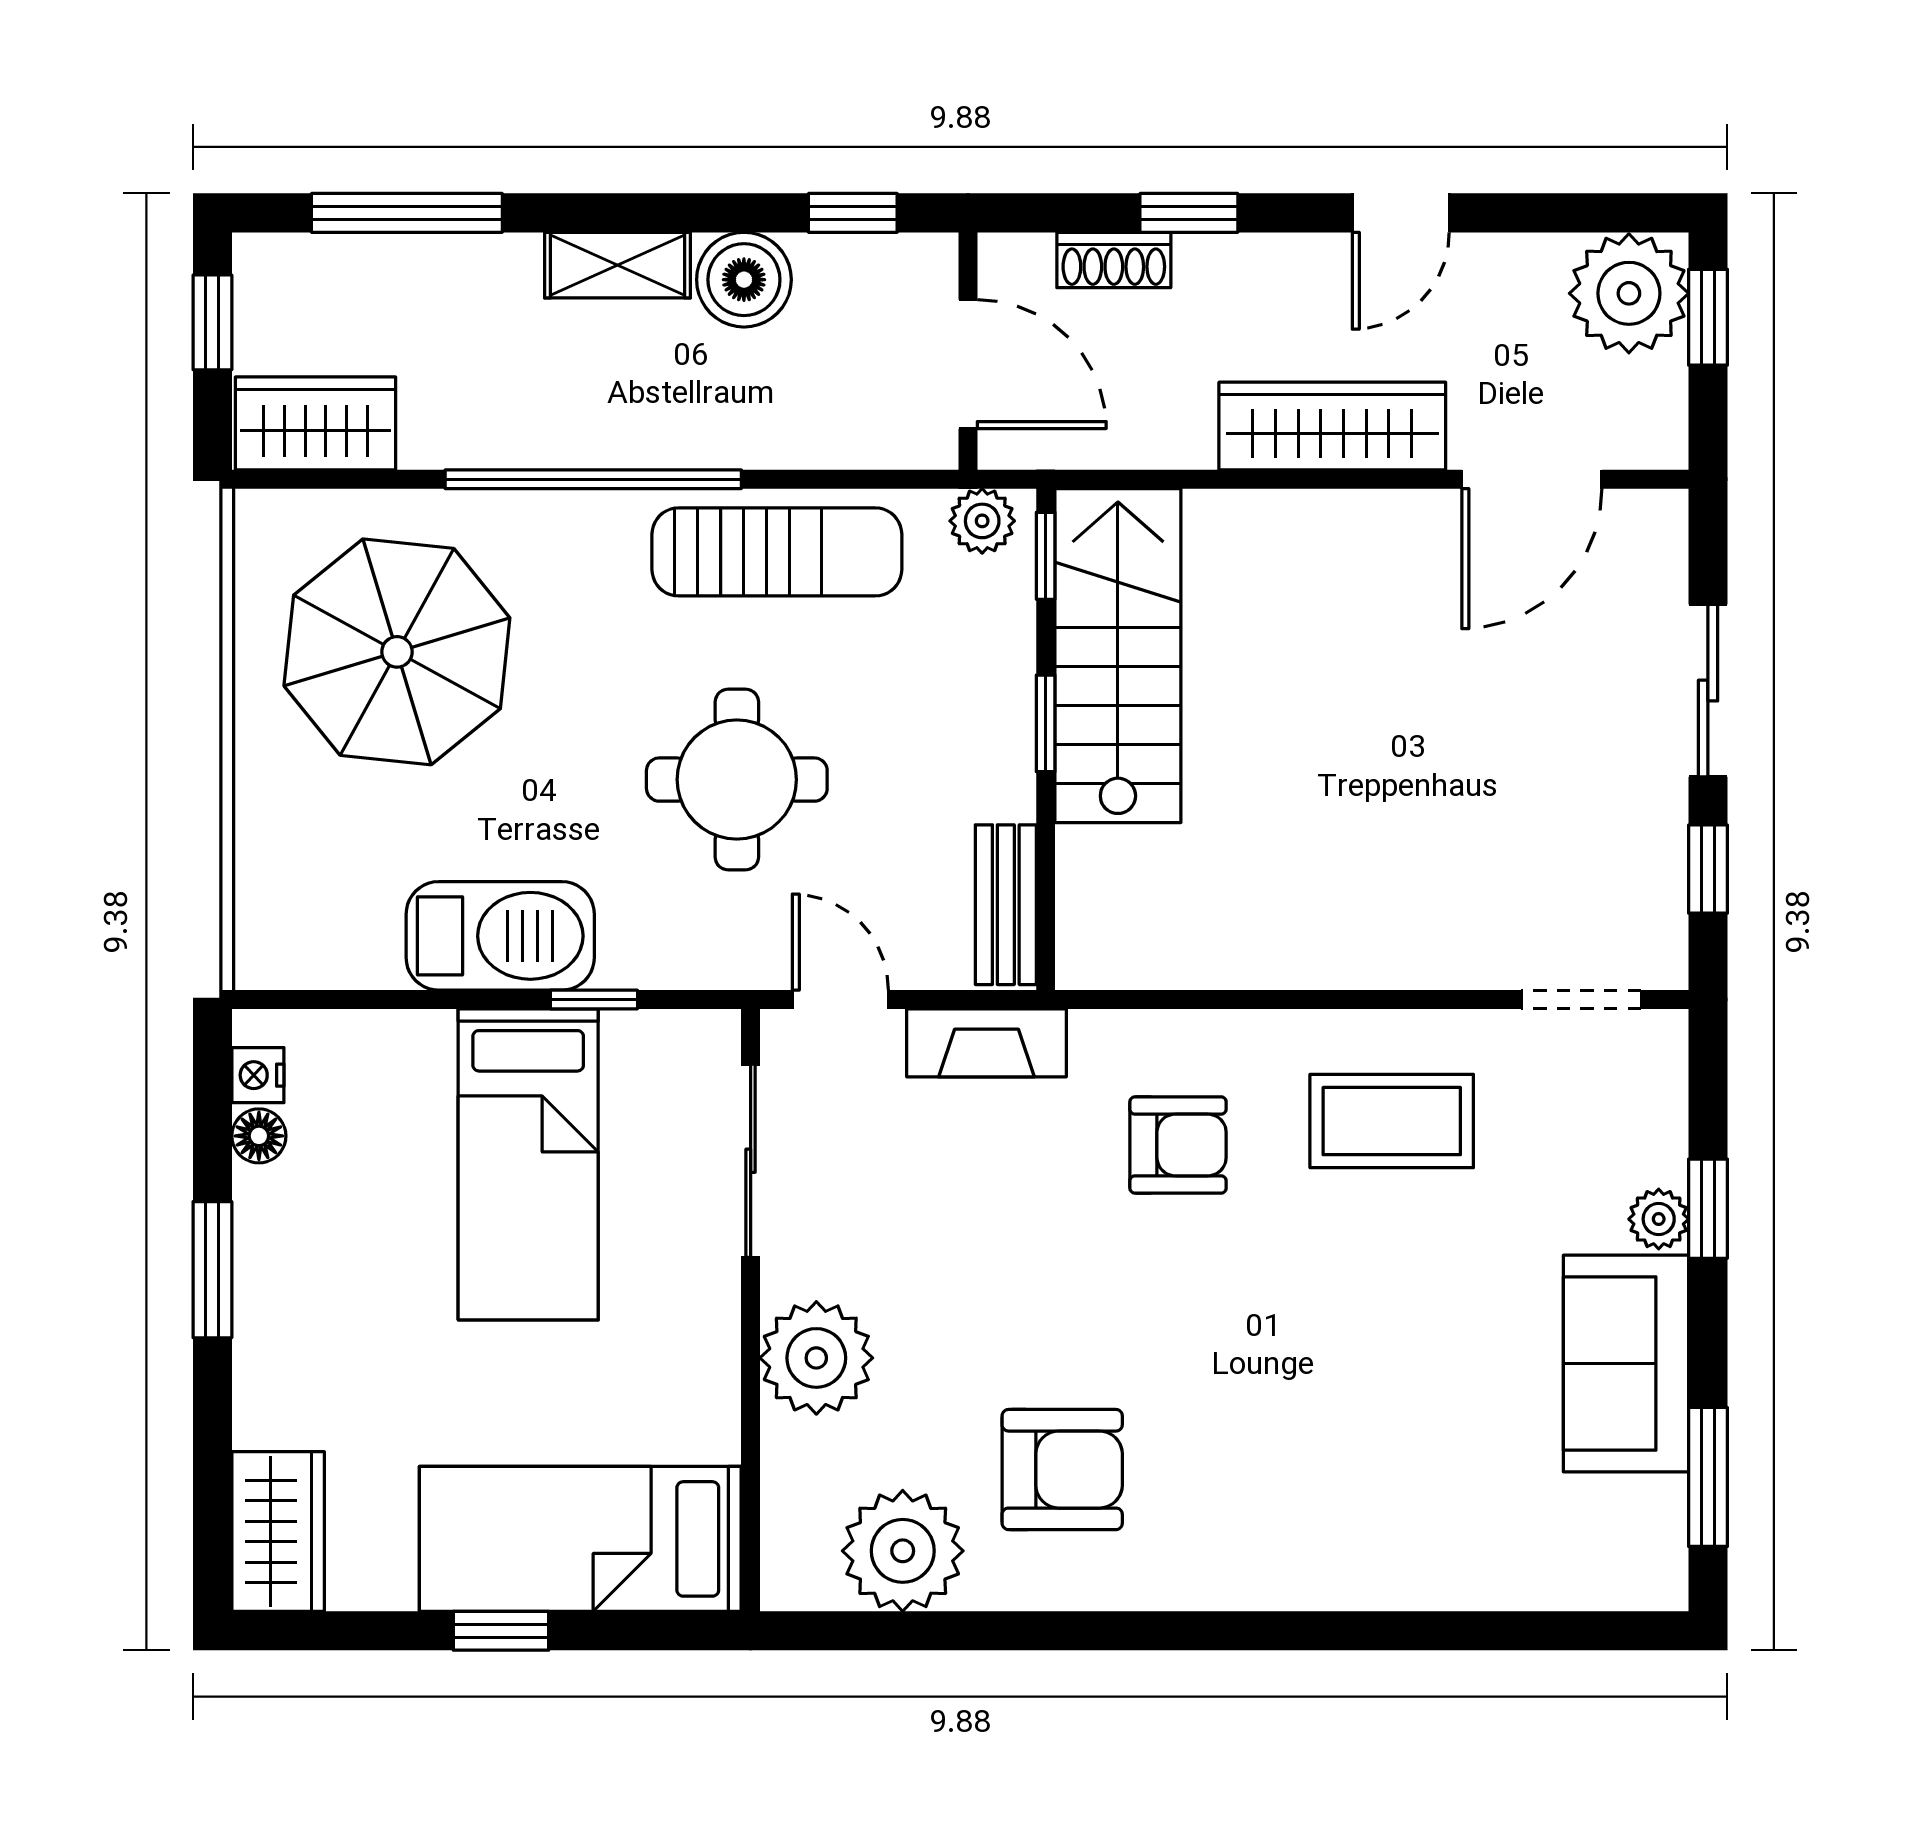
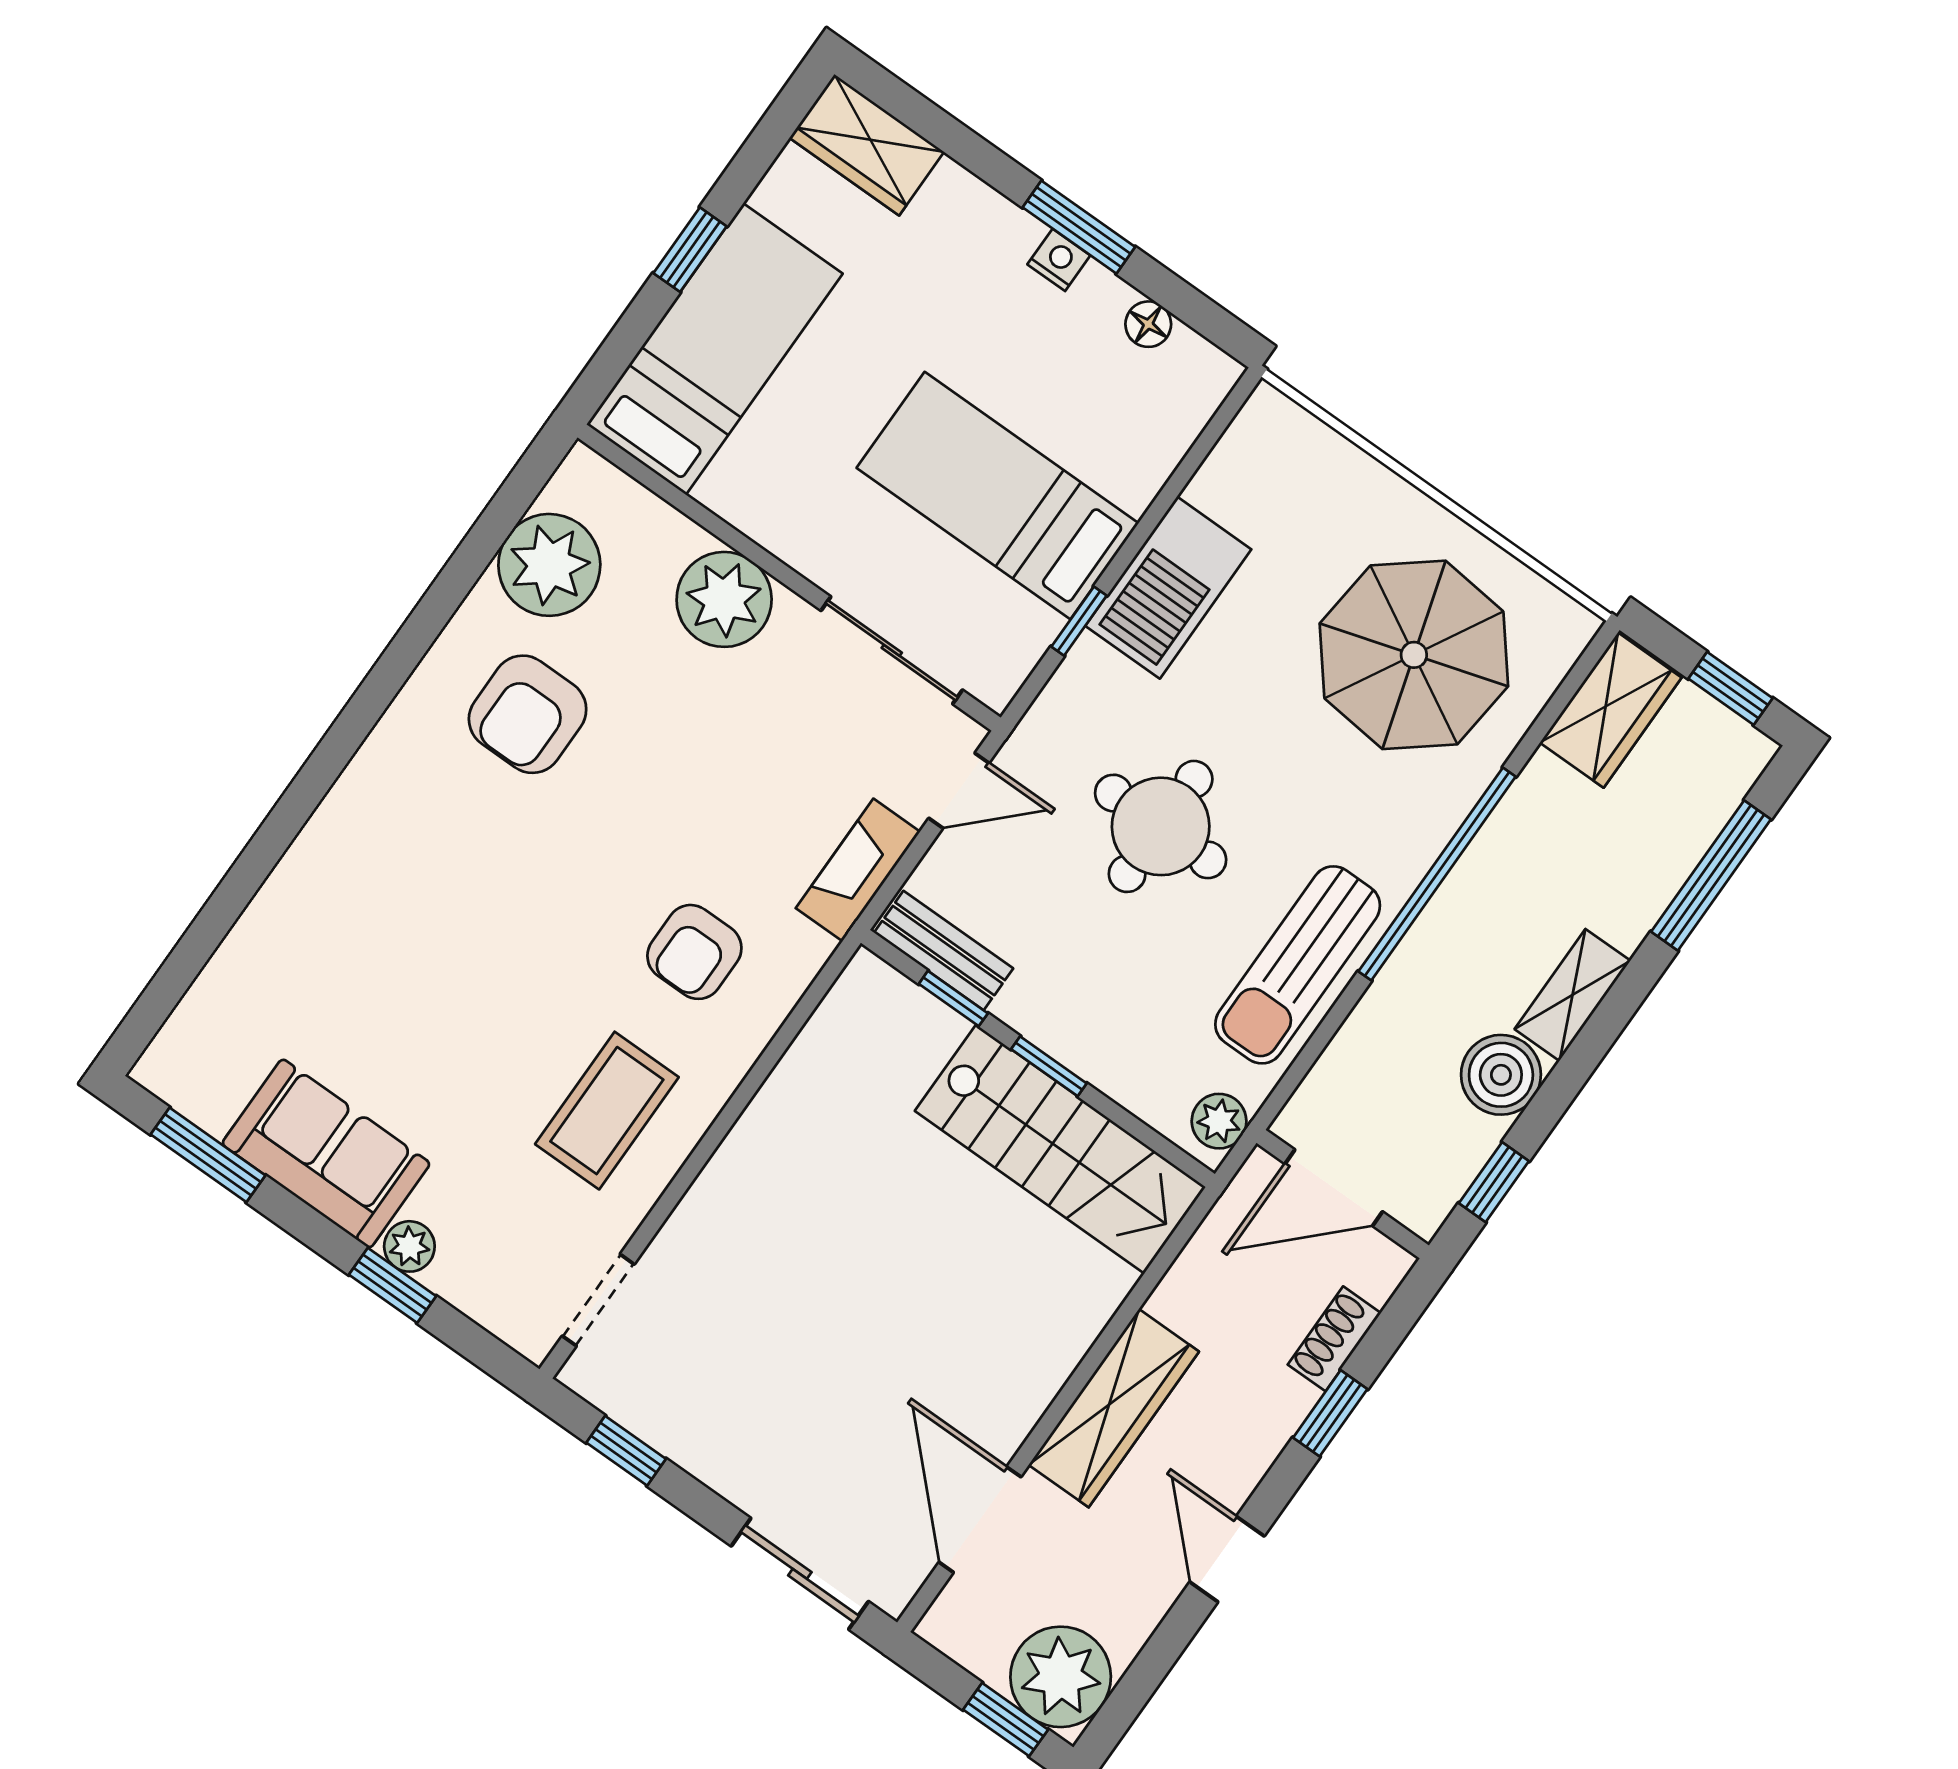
window: (1046, 556) -> (953, 999), moved
sliding door: (1708, 691) -> (800, 1574), moved
nightstand: (258, 1075) -> (1059, 260), moved

